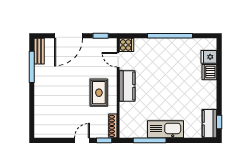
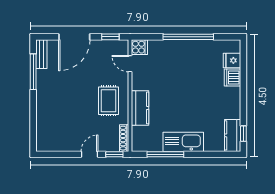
kitchen counter: (127, 86) -> (140, 108), moved

